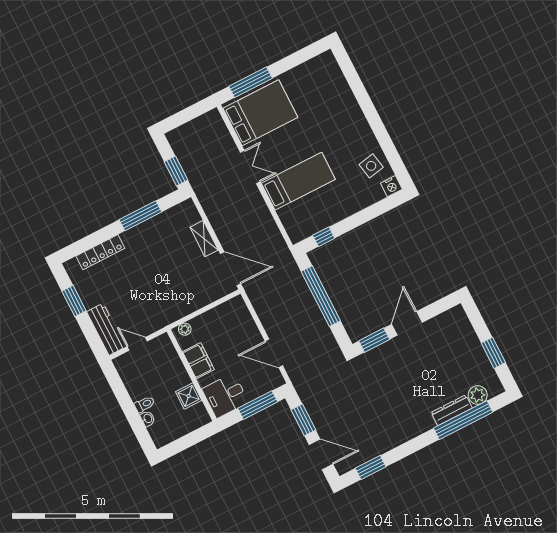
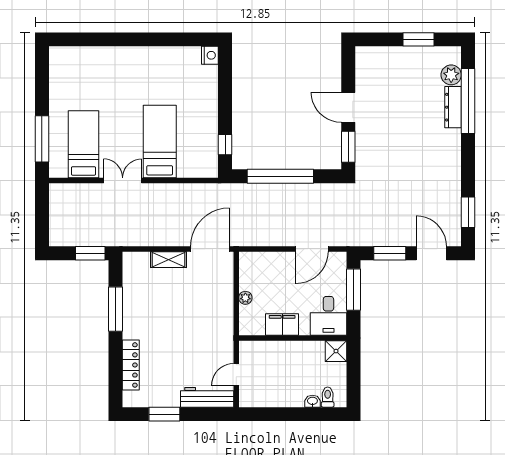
bed: (260, 113) -> (83, 144), width x0.67
side table: (371, 166) -> (181, 65), removed
plant: (185, 329) -> (245, 298), moved
shower: (189, 396) -> (336, 351), moved
toilet: (145, 404) -> (328, 397), moved
door: (321, 454) -> (431, 253), hinge flipped

